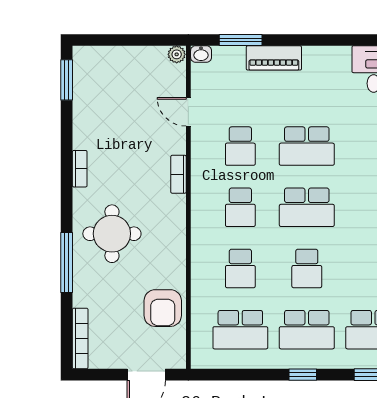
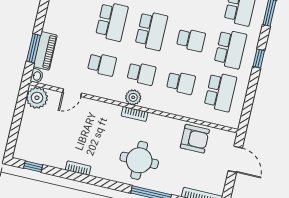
plant: (177, 54) -> (37, 98), width x1.88, depth x1.88
piano: (274, 58) -> (45, 51), moved
window: (67, 80) -> (33, 166), width x0.67
bookcase: (80, 169) -> (78, 168), moved
bookcase: (179, 174) -> (135, 114), moved
plant: (202, 203) -> (133, 97), added

